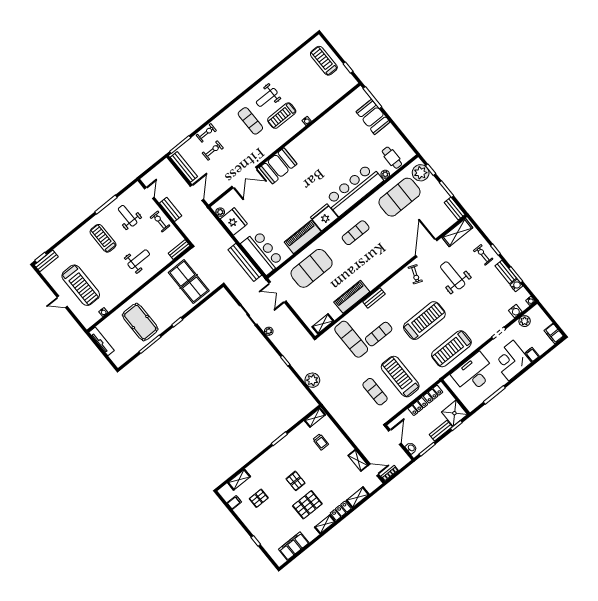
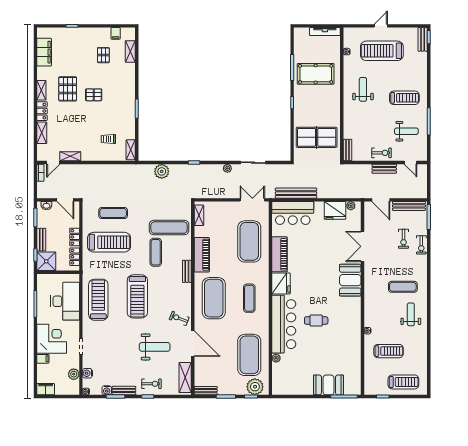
treadmill: (282, 116) -> (389, 351), moved, turned 90
cafe table: (392, 158) -> (316, 321), moved
weight bench: (139, 259) -> (363, 89), moved, turned 180
exercise mat: (378, 260) -> (214, 298), added

